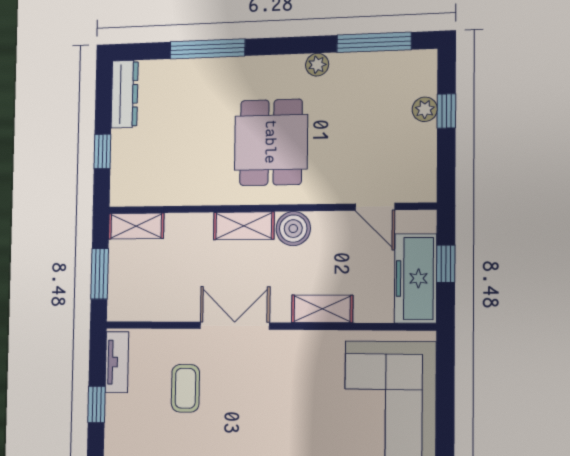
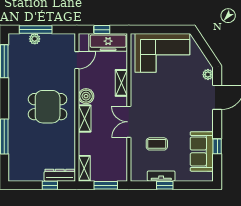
plant: (317, 65) -> (13, 86), removed
dresser: (125, 94) -> (60, 175), moved
window: (446, 111) -> (36, 30), width x2.17
tv unit: (117, 362) -> (161, 176), moved

